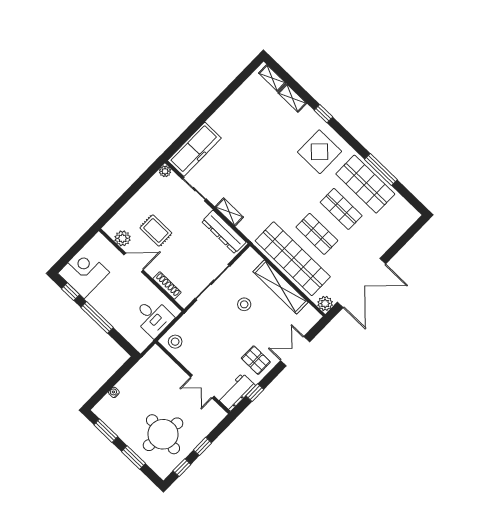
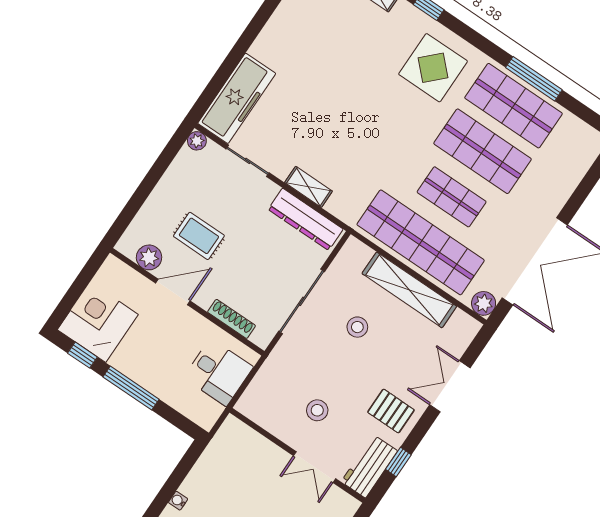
shop shelf: (341, 209) -> (483, 151), width x1.43, depth x1.36
stool: (175, 342) -> (317, 410), moved

